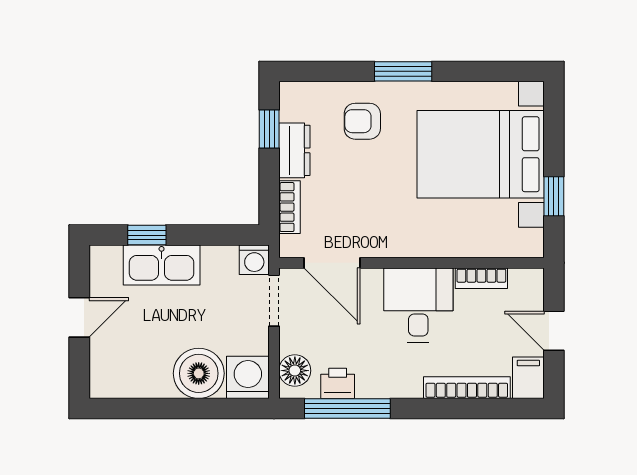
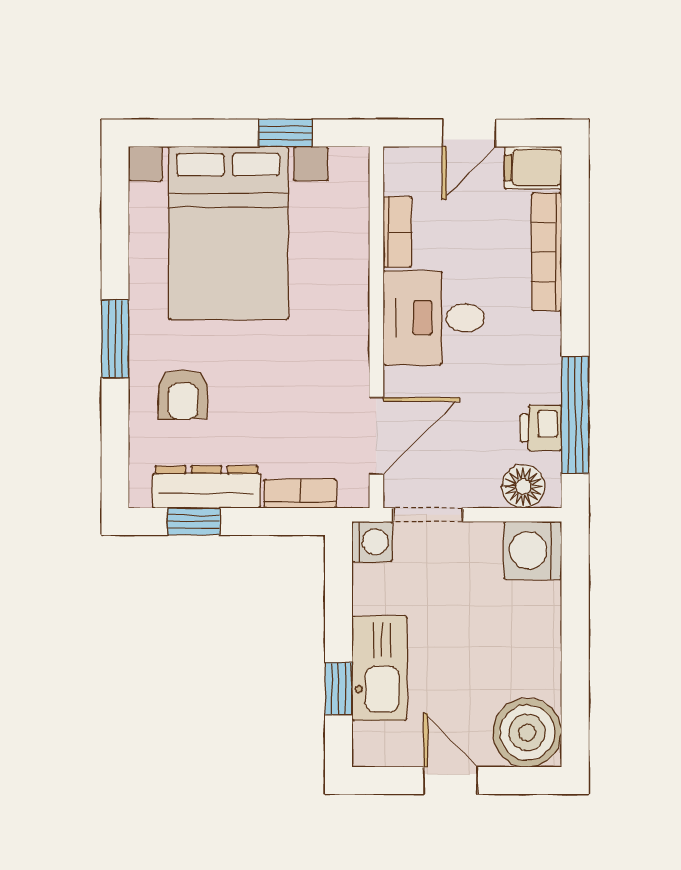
dresser: (294, 150) -> (206, 487), width x1.44
boiler: (199, 373) -> (527, 733), moved

